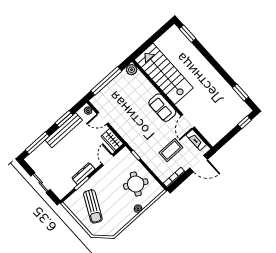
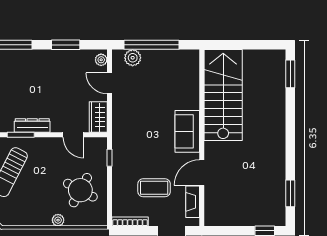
plant: (132, 70) -> (133, 58), moved
bench: (64, 130) -> (54, 57), removed
door: (108, 160) -> (73, 135), swing flipped

